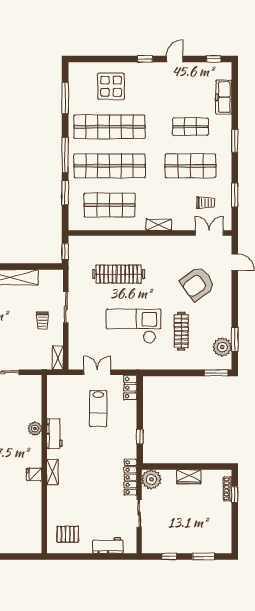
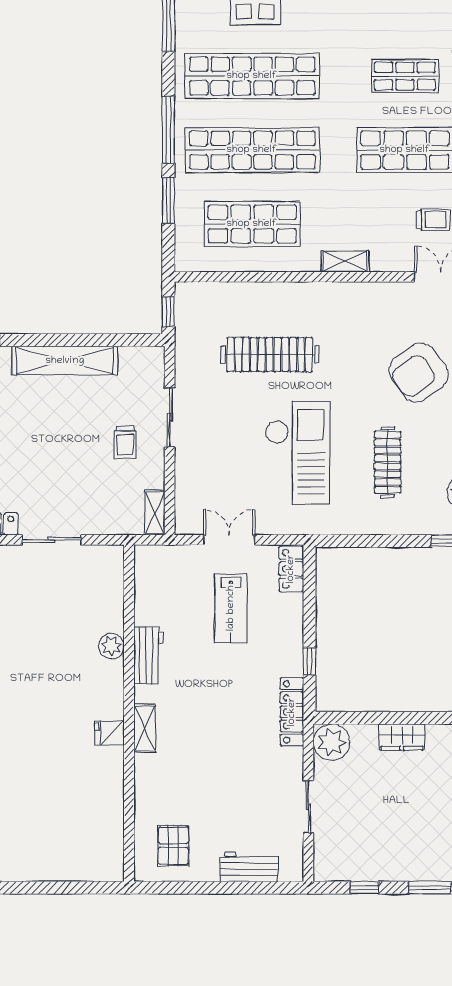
checkout: (134, 326) -> (298, 453), turned 90
locker: (130, 477) -> (292, 712), moved
pallet: (68, 534) -> (173, 846), turned 90

